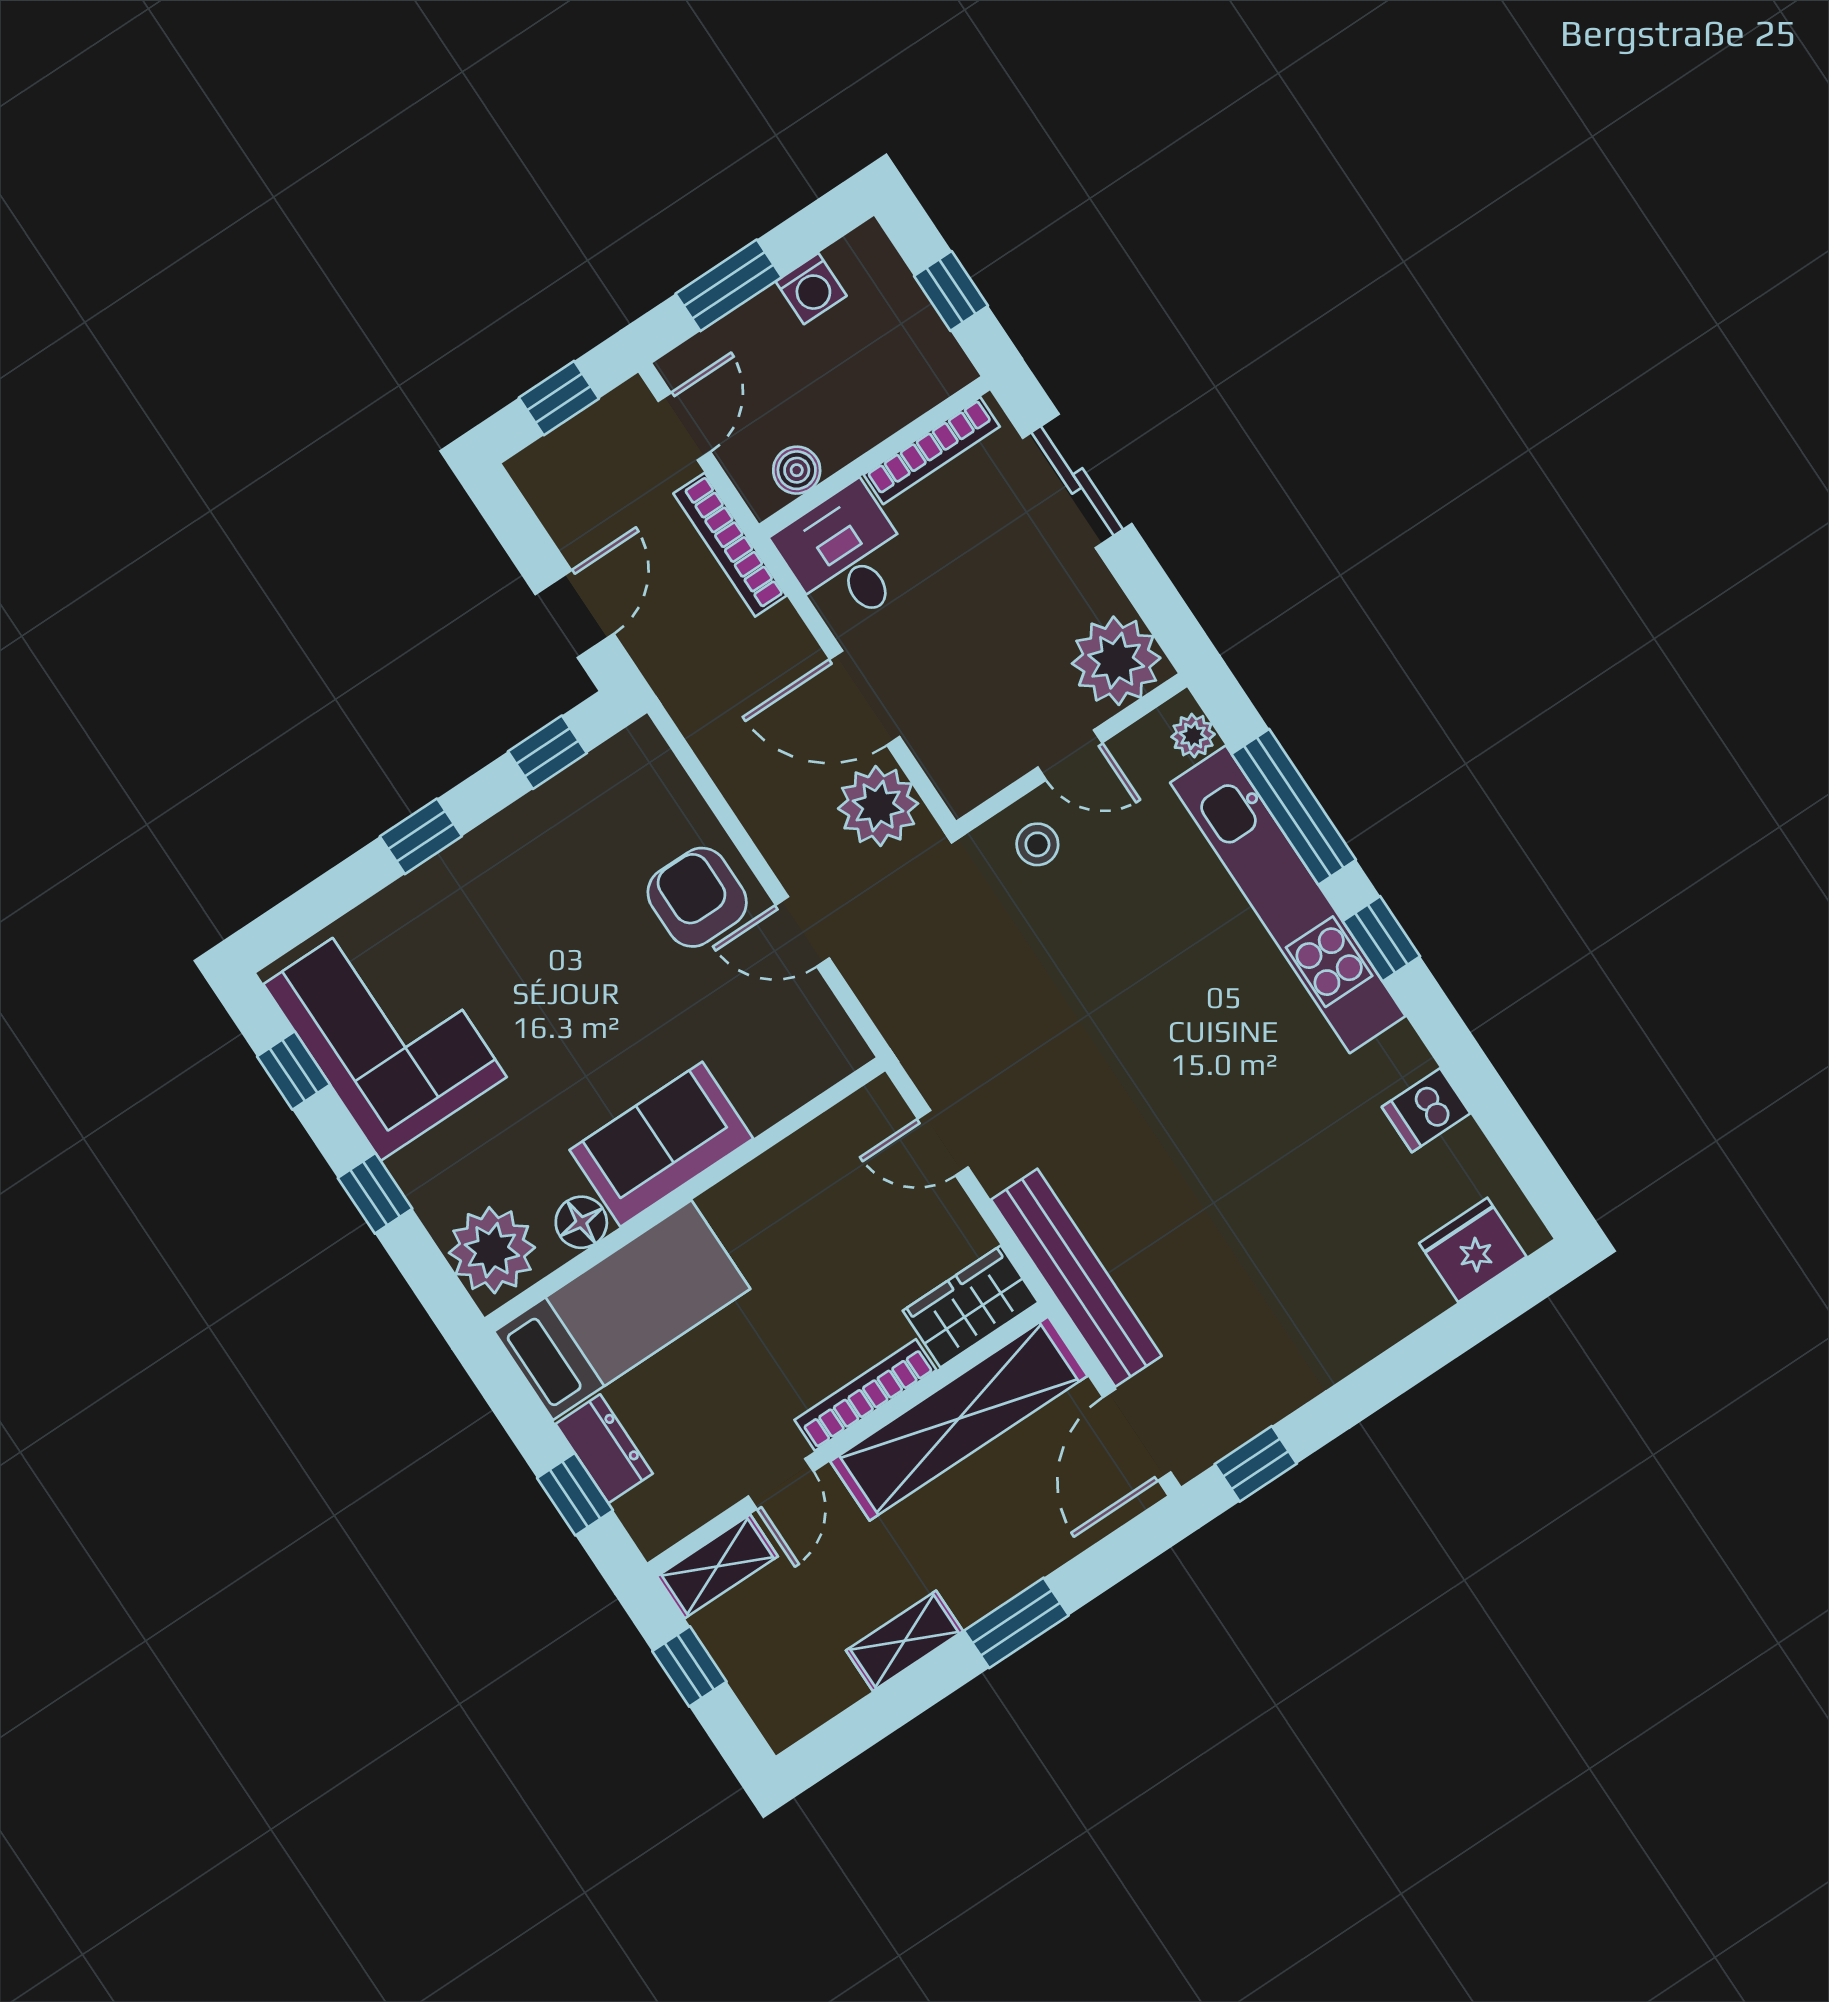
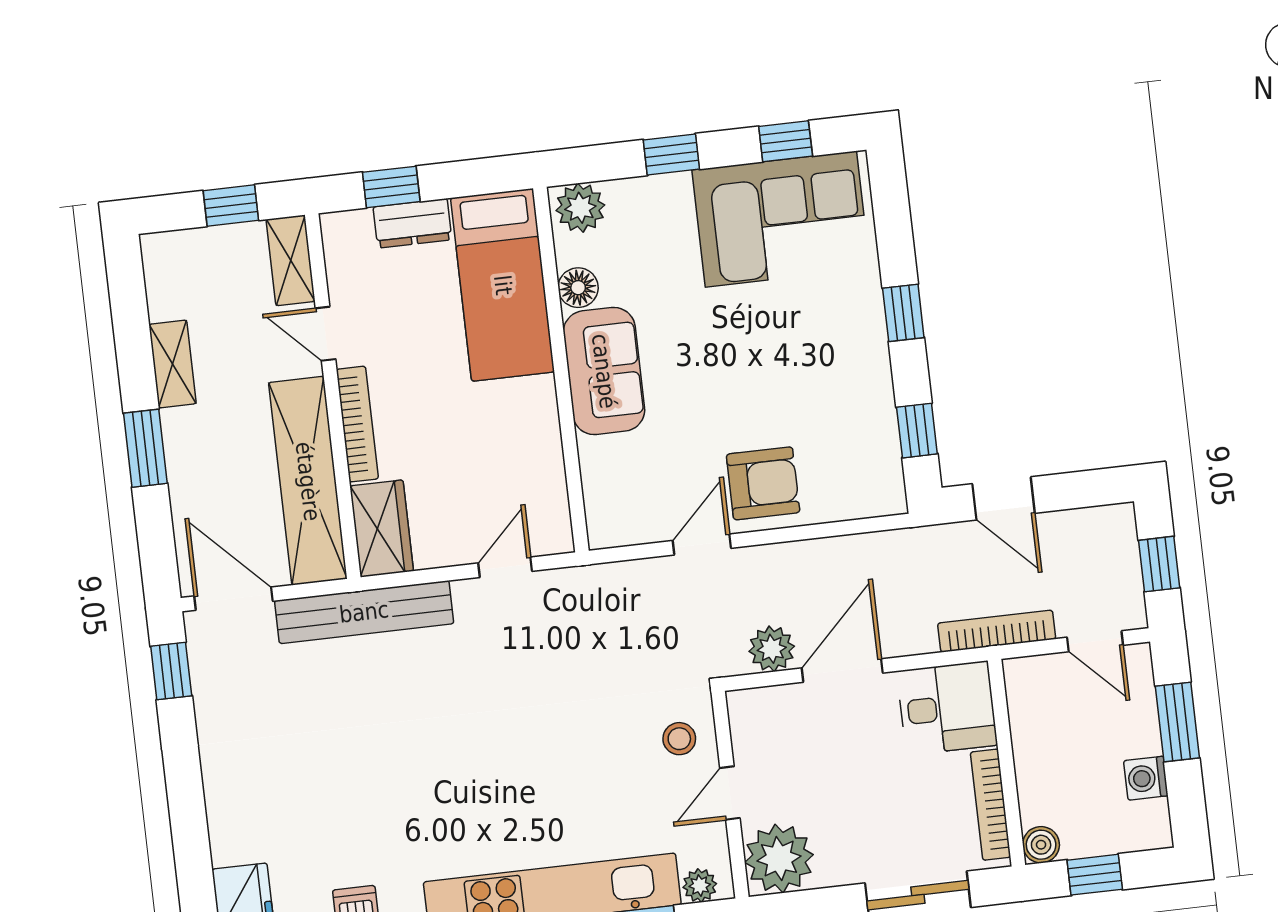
boiler: (797, 470) -> (1041, 845), moved
plant: (878, 806) -> (772, 649), width x0.73, depth x0.73
plant: (492, 1250) -> (580, 208), width x0.73, depth x0.73

